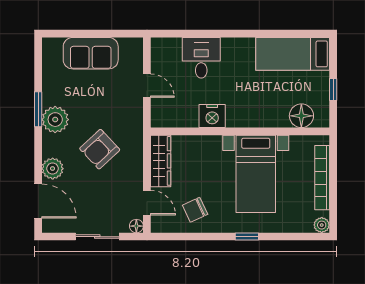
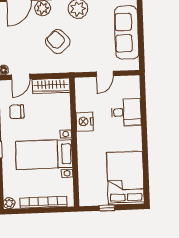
sofa: (91, 53) -> (127, 33), width x1.36
bed: (293, 54) -> (125, 178), width x1.50
floor lamp: (301, 116) -> (87, 186), removed
chair: (195, 210) -> (17, 112), turned -65

